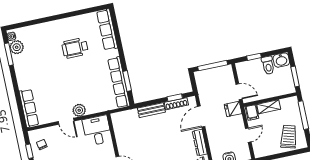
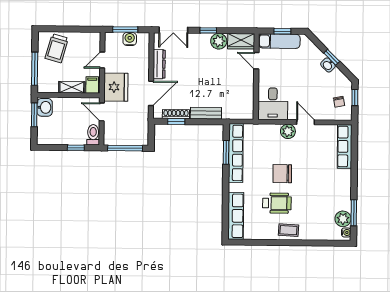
coffee table: (60, 28) -> (288, 230), added
washbasin: (281, 60) -> (45, 107), moved, turned 90
toilet: (268, 65) -> (93, 135), moved
chair: (76, 74) -> (282, 174), added
fridge: (233, 109) -> (116, 87), width x1.88, depth x1.34

